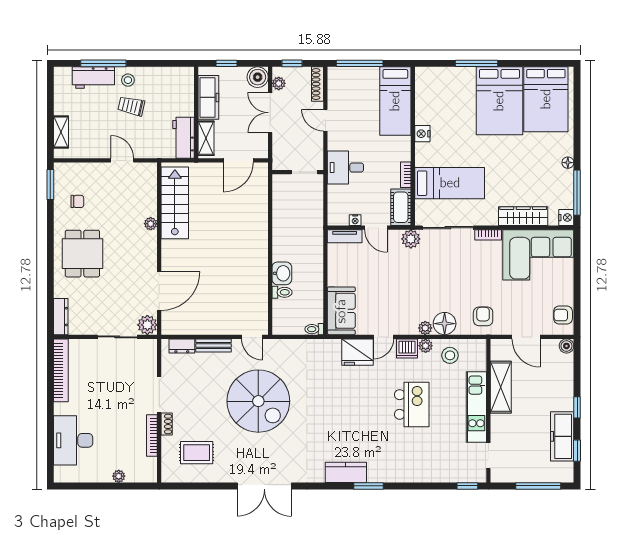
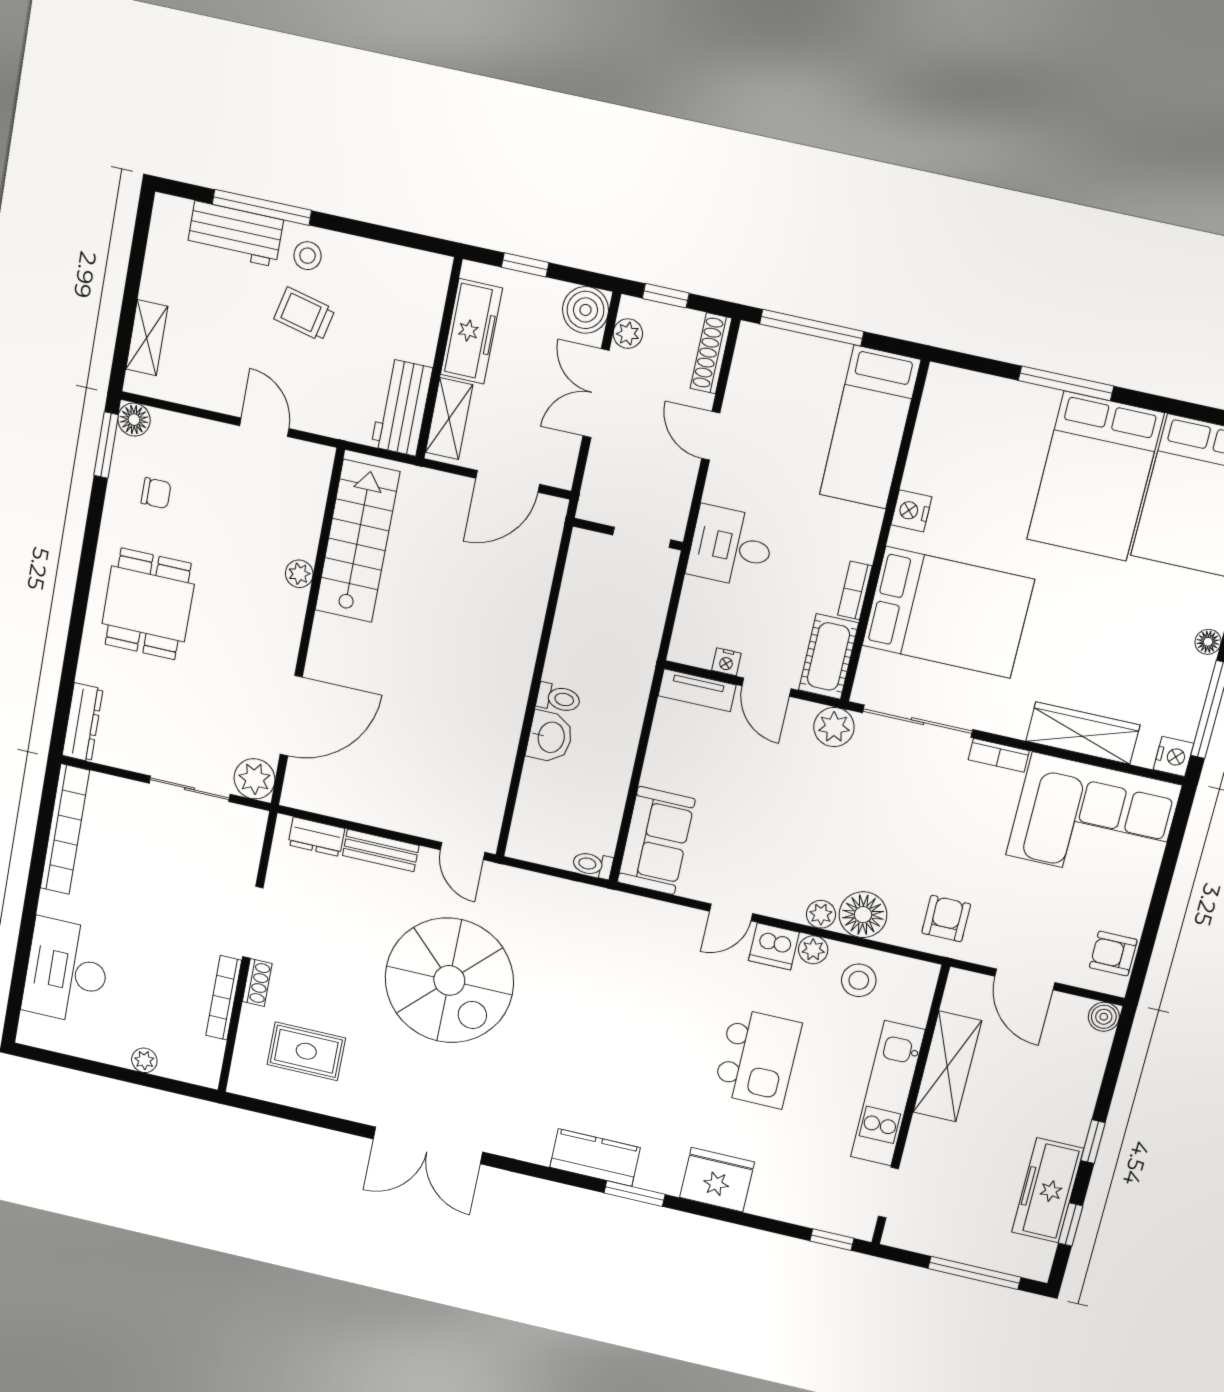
floor lamp: (61, 170) -> (134, 420), added
bed: (450, 183) -> (948, 612), width x1.50
toilet: (282, 292) -> (558, 698), moved
fridge: (358, 352) -> (717, 1180), moved, turned 180

